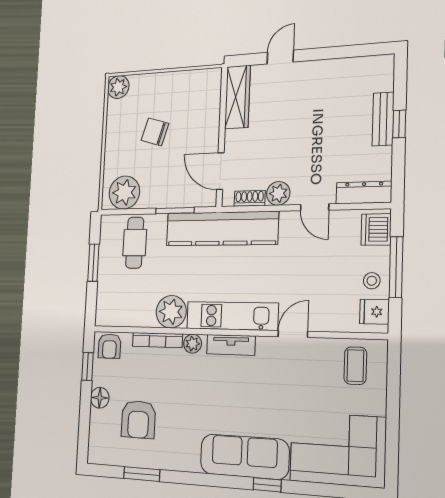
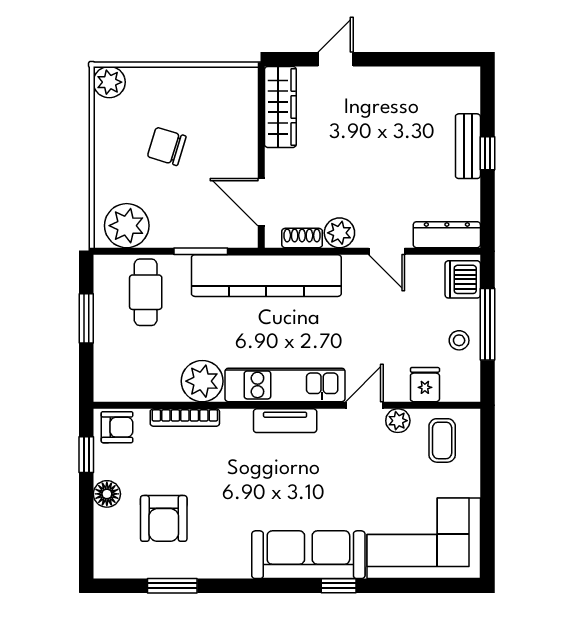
fridge: (374, 312) -> (425, 385), moved, turned 90
plant: (193, 344) -> (398, 421), moved
armchair: (110, 346) -> (117, 427), turned -90

